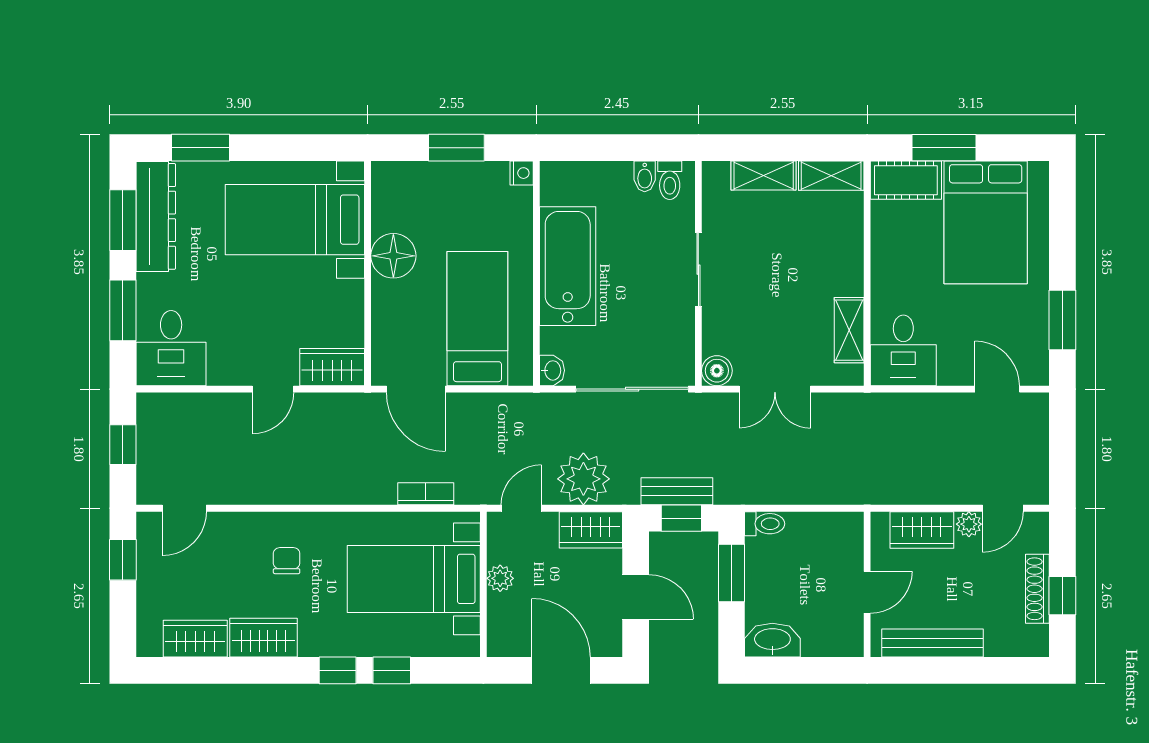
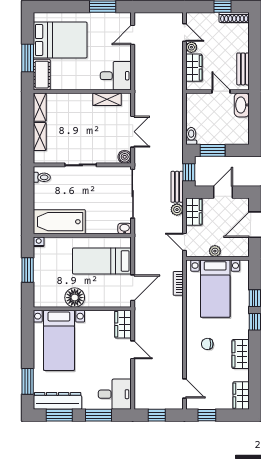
bidet: (645, 176) -> (40, 188), removed
bathtub: (568, 266) -> (59, 222), moved
plant: (583, 479) -> (177, 210), width x0.53, depth x0.53
bench: (677, 491) -> (177, 187), moved
shoe rack: (1037, 589) -> (234, 17), moved
wardrobe: (195, 639) -> (241, 396), moved
washbasin: (772, 640) -> (242, 105), moved
bench: (933, 643) -> (243, 69), width x0.73

